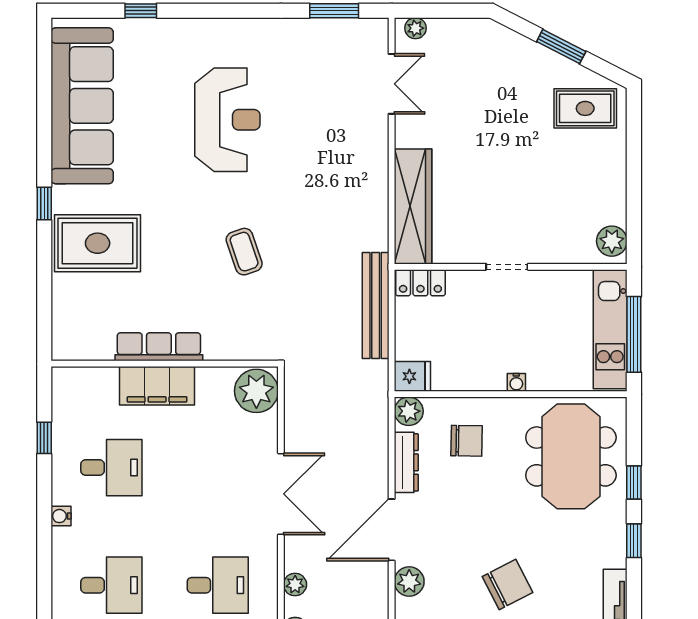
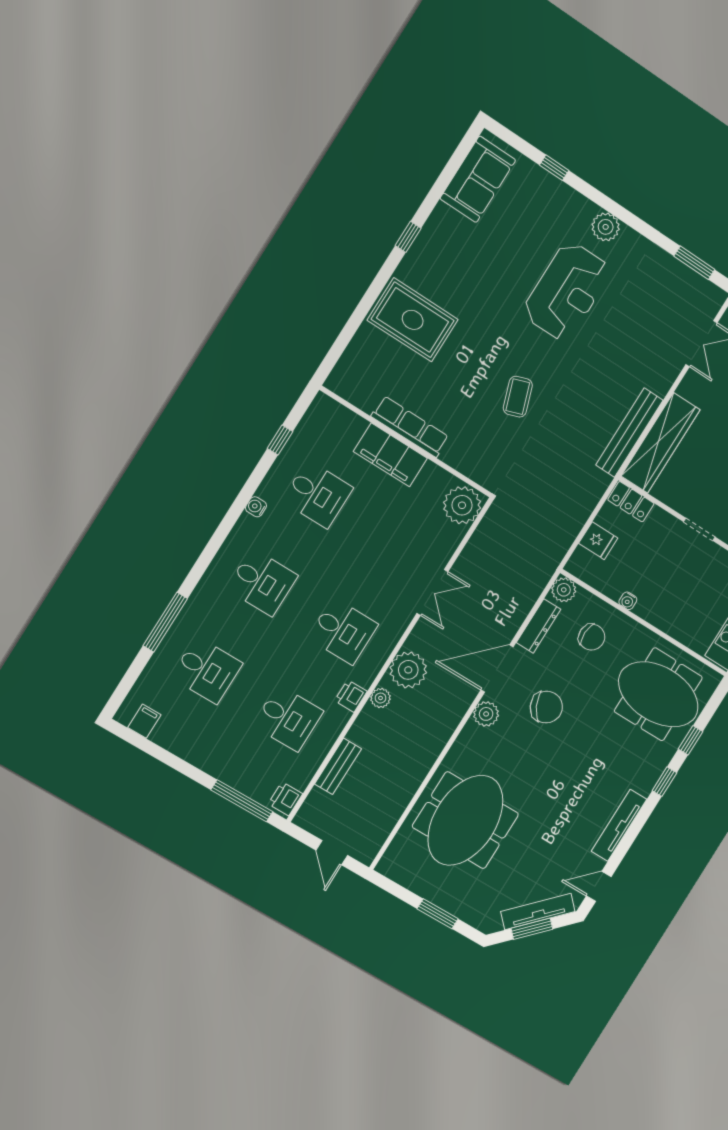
plant: (226, 34) -> (606, 227), added
sofa: (82, 106) -> (478, 179), width x0.54, depth x0.79
window: (44, 203) -> (408, 237), moved
bench: (376, 305) -> (629, 433), moved
fridge: (412, 376) -> (598, 541), moved
water cooler: (516, 382) -> (628, 601), moved
meeting table: (571, 456) -> (658, 694), turned 90
double door: (281, 494) -> (432, 592), width x0.73
plant: (295, 585) -> (408, 670), width x1.87, depth x1.87
chair: (508, 585) -> (546, 707), moved

